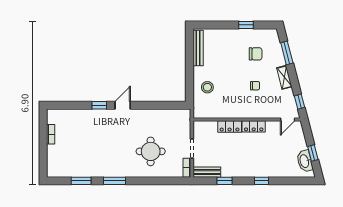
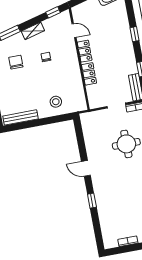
door: (123, 105) -> (86, 168), moved
door: (288, 119) -> (74, 31), moved

